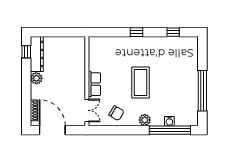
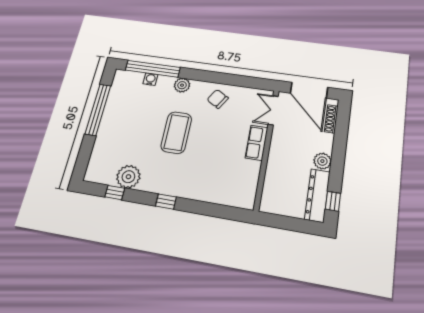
plant: (167, 45) -> (128, 177), added
wall: (87, 81) -> (267, 148), moved
row of seats: (94, 84) -> (257, 143), moved
double door: (87, 110) -> (273, 110), moved

